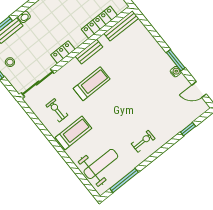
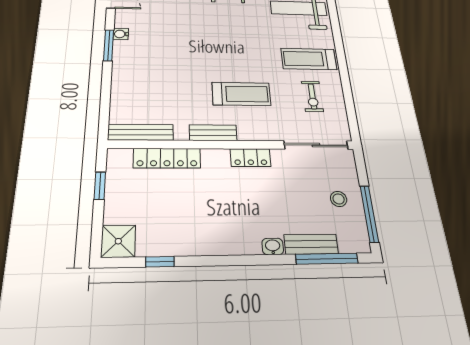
treadmill: (92, 84) -> (241, 94), turned 180

